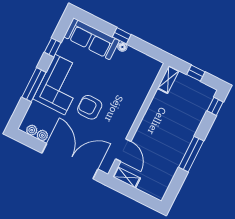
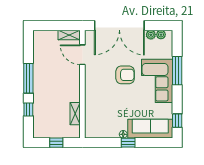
window: (53, 47) -> (177, 121), moved
shelving: (168, 80) -> (75, 114), moved
window: (215, 106) -> (28, 109), moved

